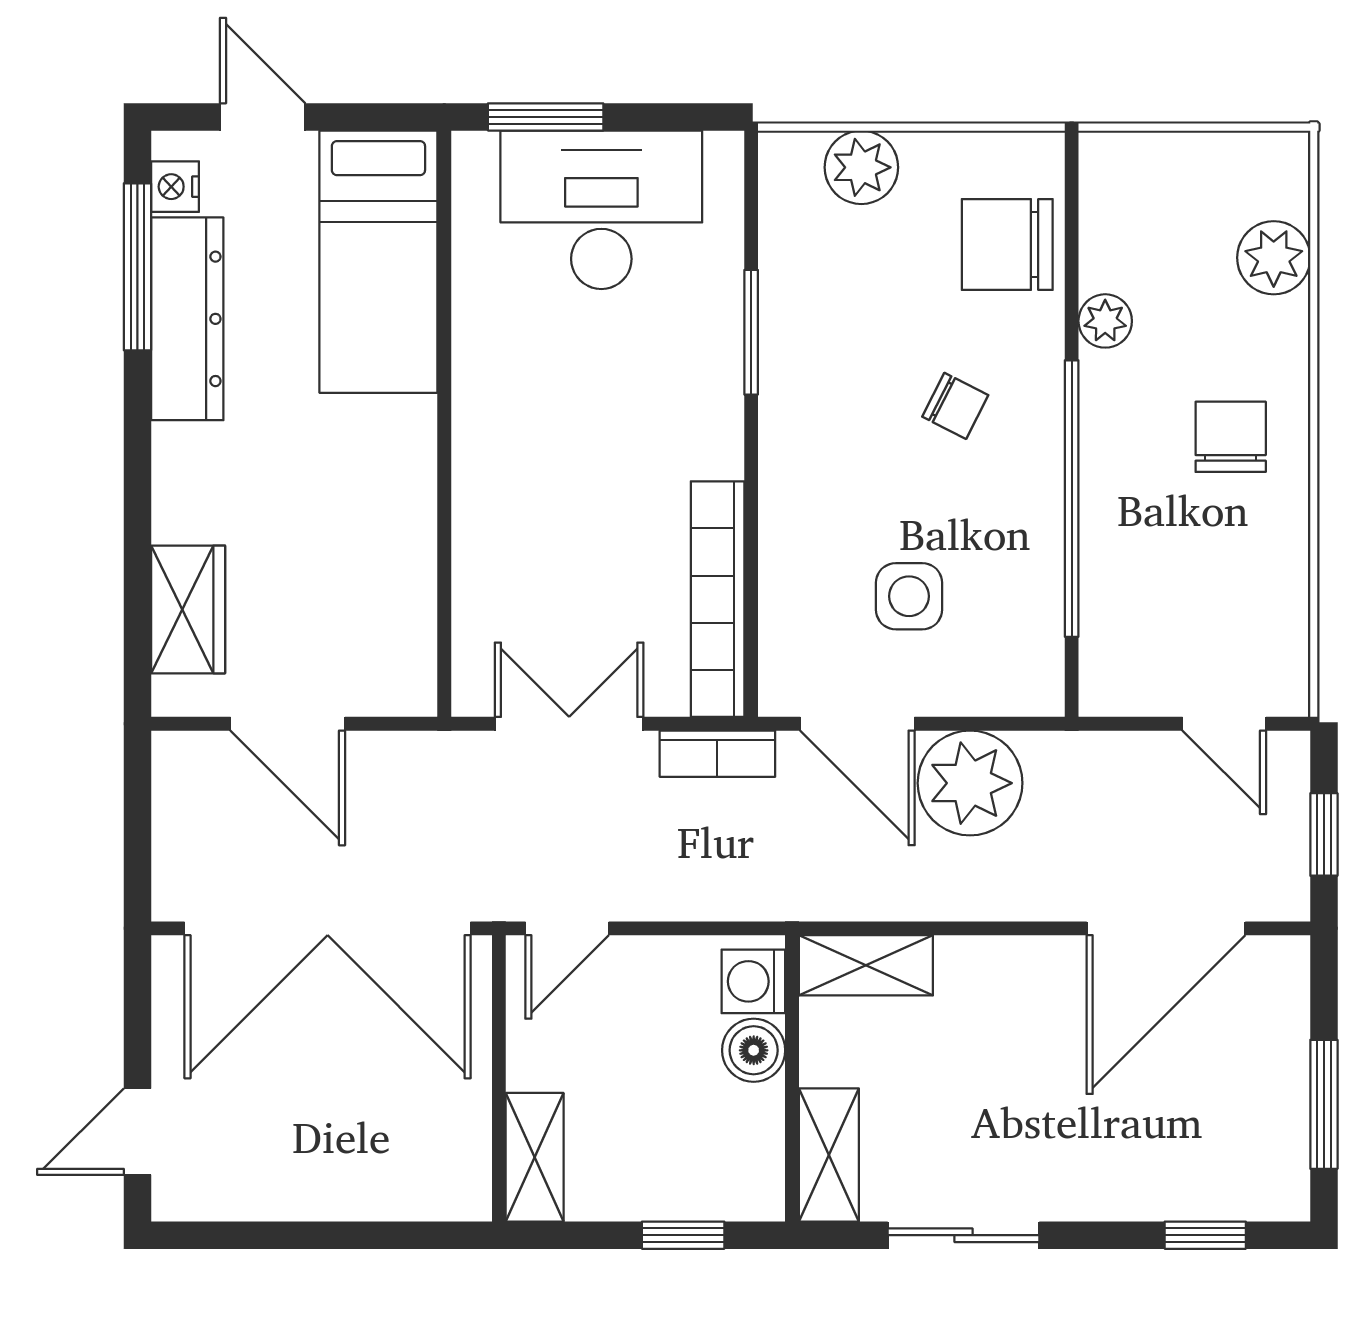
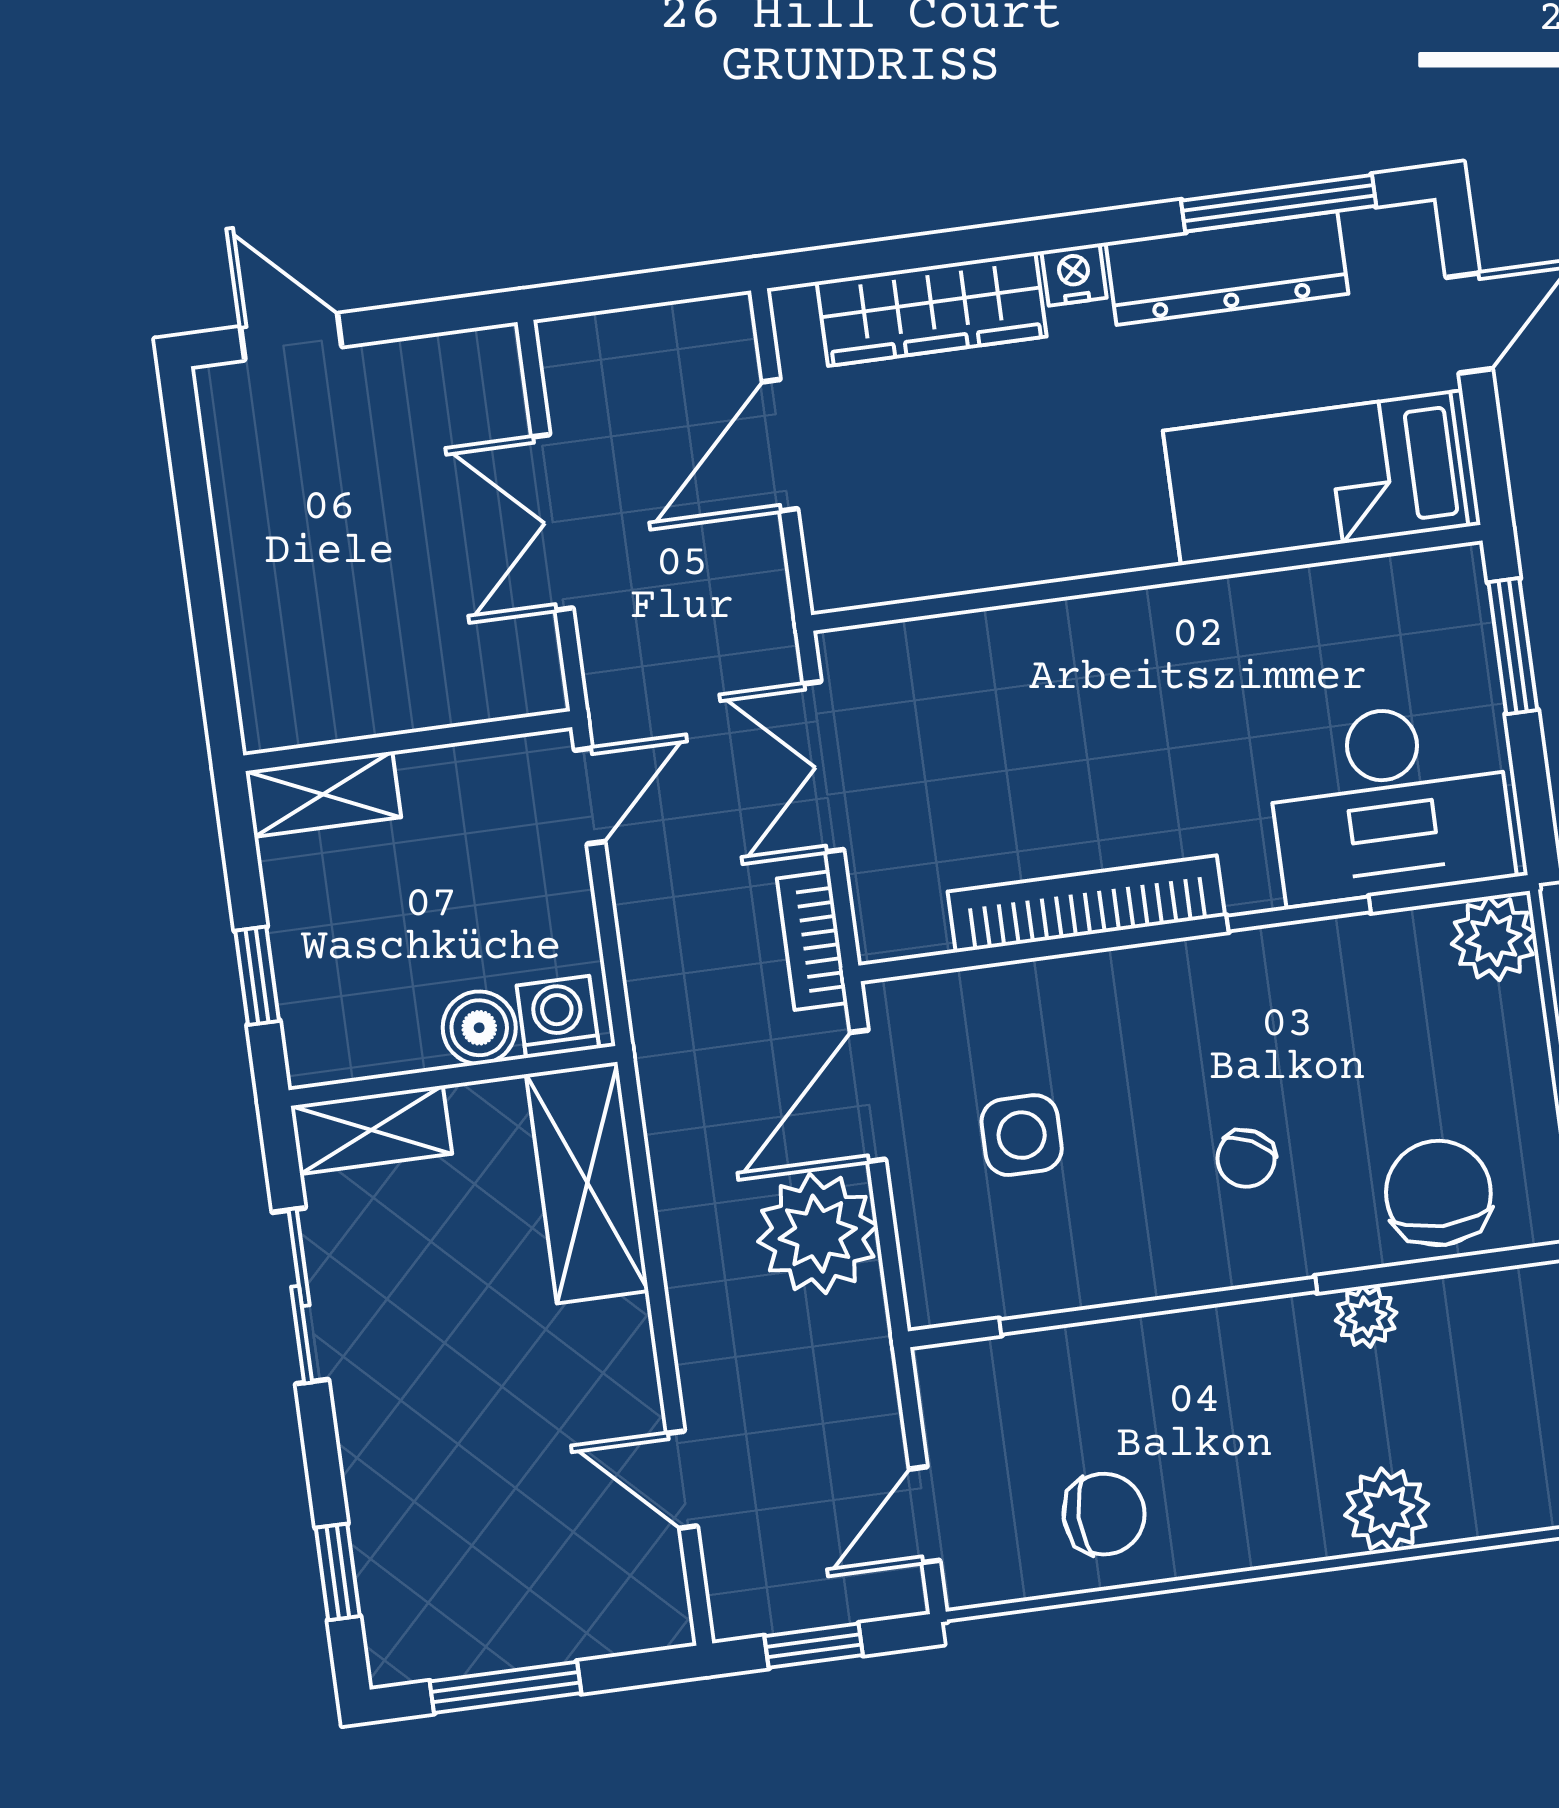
plant: (861, 167) -> (1494, 938), moved
nightstand: (175, 187) -> (1074, 275), moved
desk: (601, 210) -> (1390, 802), moved, turned 90
plant: (1274, 258) -> (1387, 1510), moved
chair: (1231, 437) -> (1104, 1514), moved
bookcase: (718, 599) -> (1086, 904), moved
wardrobe: (188, 609) -> (932, 309), width x1.50
double door: (569, 724) -> (823, 767), swing flipped
double door: (328, 928) -> (553, 522), width x0.54
door: (567, 928) -> (590, 796), swing flipped
door: (1166, 928) -> (682, 1480), width x0.53
shelving: (866, 965) -> (587, 1183), width x1.50, depth x1.33

